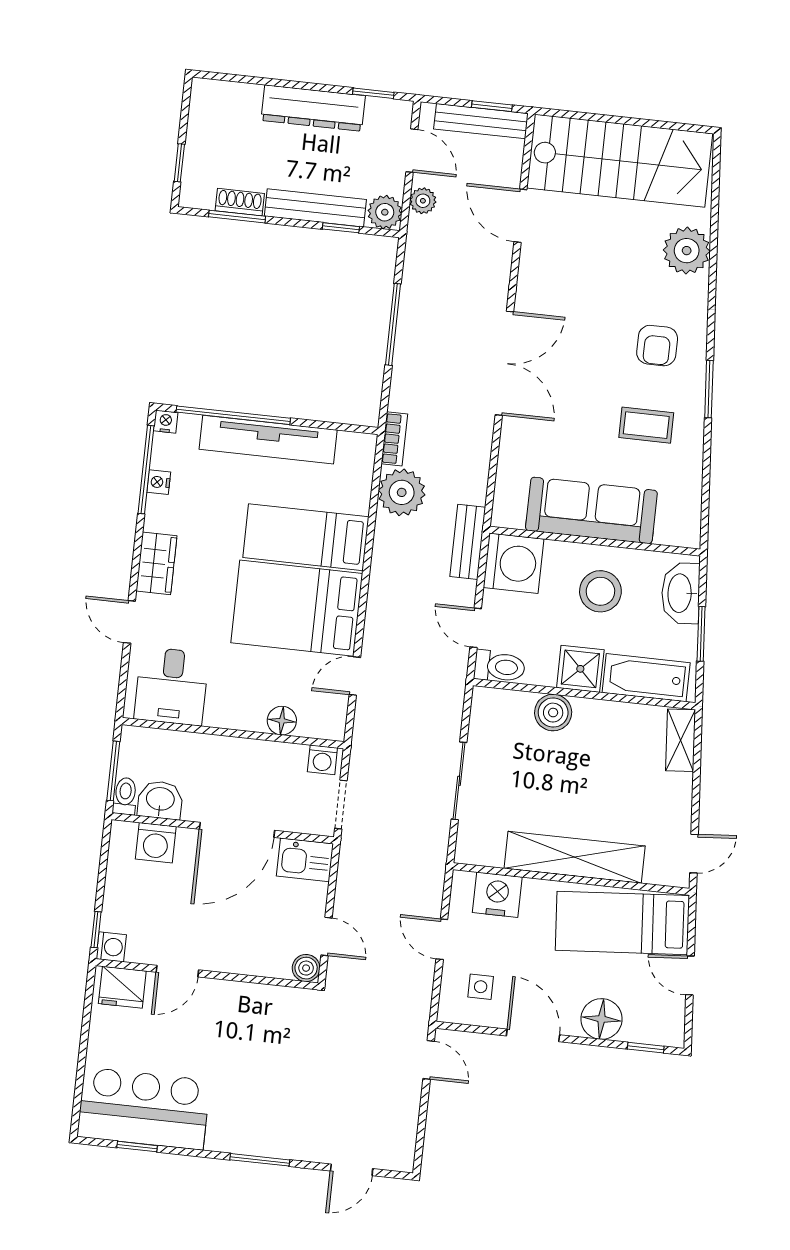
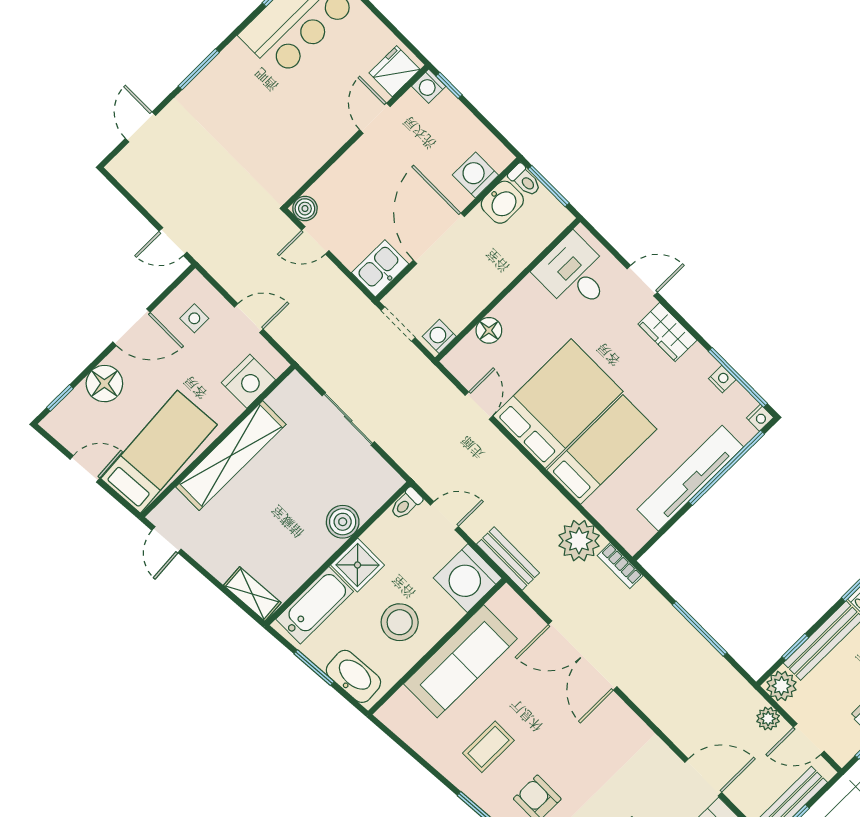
double door: (504, 363) -> (583, 656), moved
toilet: (500, 667) -> (406, 504), width x0.73, depth x0.72

